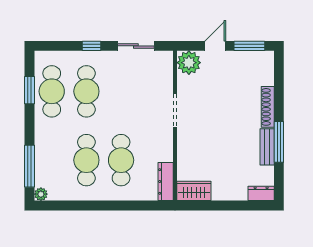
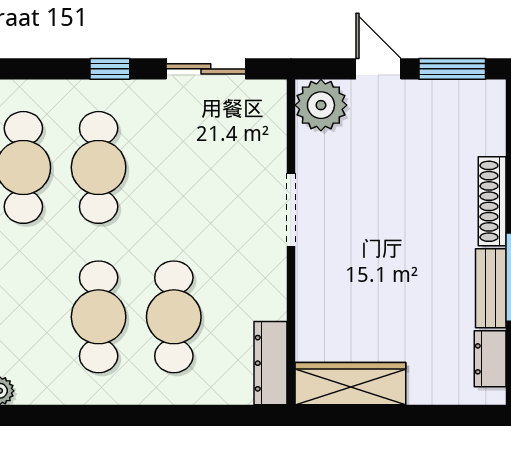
door: (215, 46) -> (378, 69), hinge flipped
wardrobe: (194, 191) -> (350, 384), width x1.50
dresser: (261, 193) -> (490, 359), moved, turned -90

